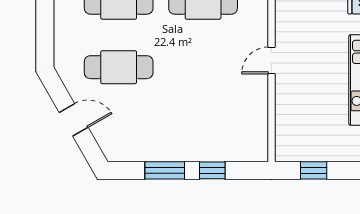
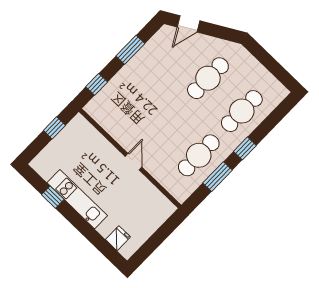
door: (74, 120) -> (188, 24), moved
window: (212, 170) -> (97, 84), moved

